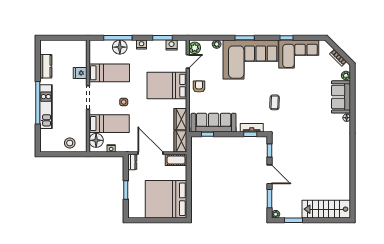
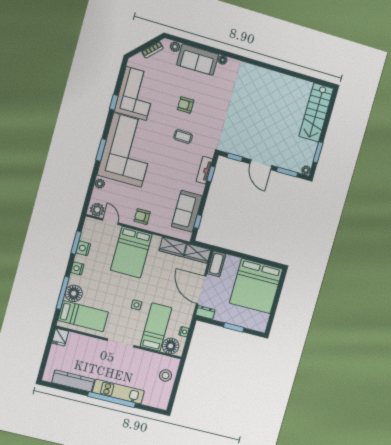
nightstand: (172, 45) -> (83, 248), moved
kitchen counter: (46, 66) -> (73, 381), width x1.50
fridge: (80, 73) -> (60, 337), moved
bed: (109, 73) -> (83, 316), moved, turned 90
armchair: (301, 97) -> (186, 105), added
sofa: (214, 123) -> (187, 211), width x0.73
door: (150, 153) -> (201, 290), hinge flipped
door: (270, 174) -> (261, 165), swing flipped

